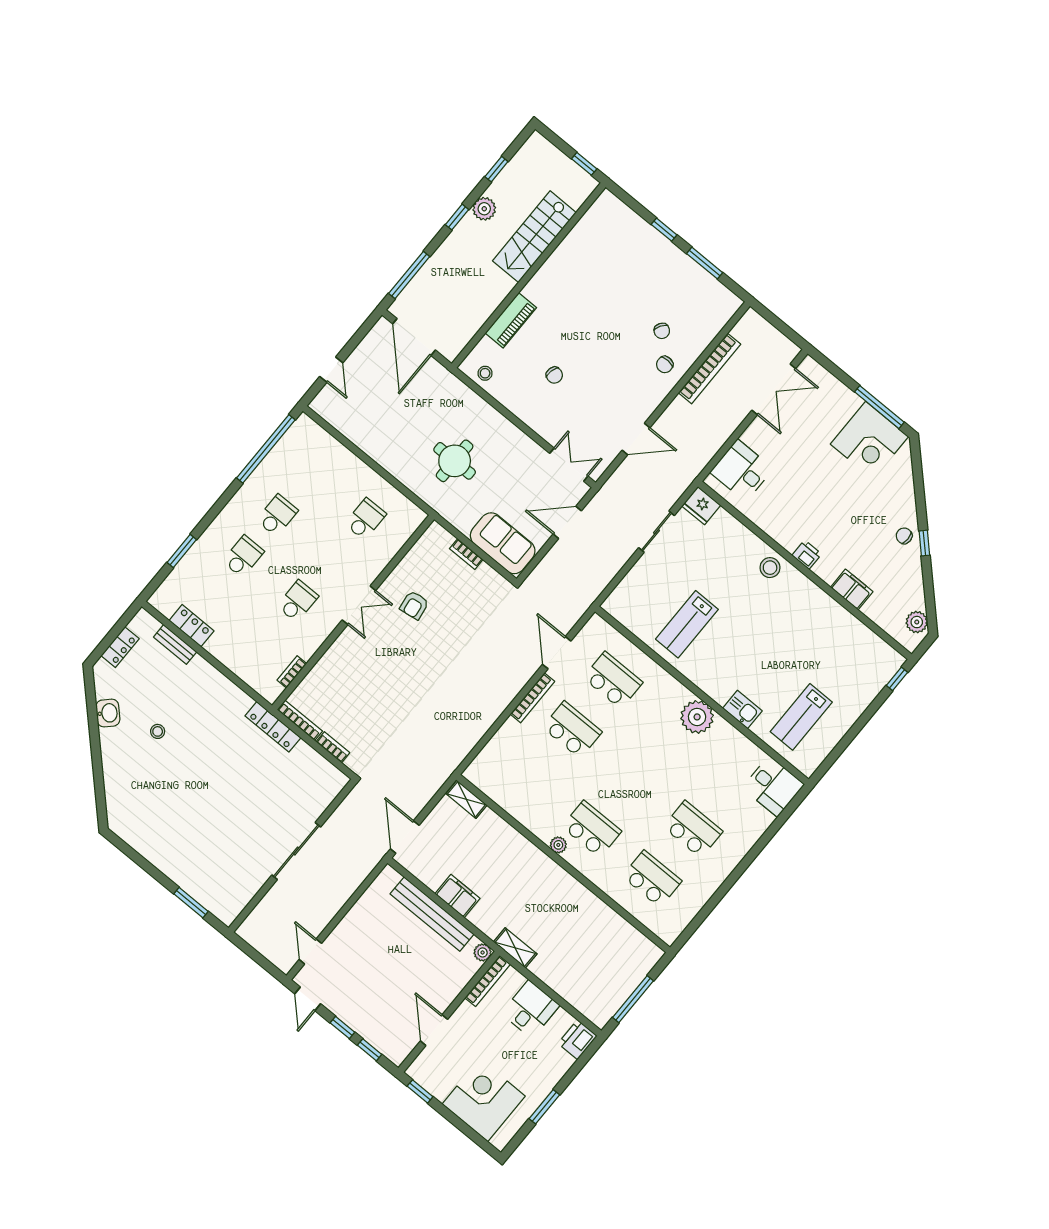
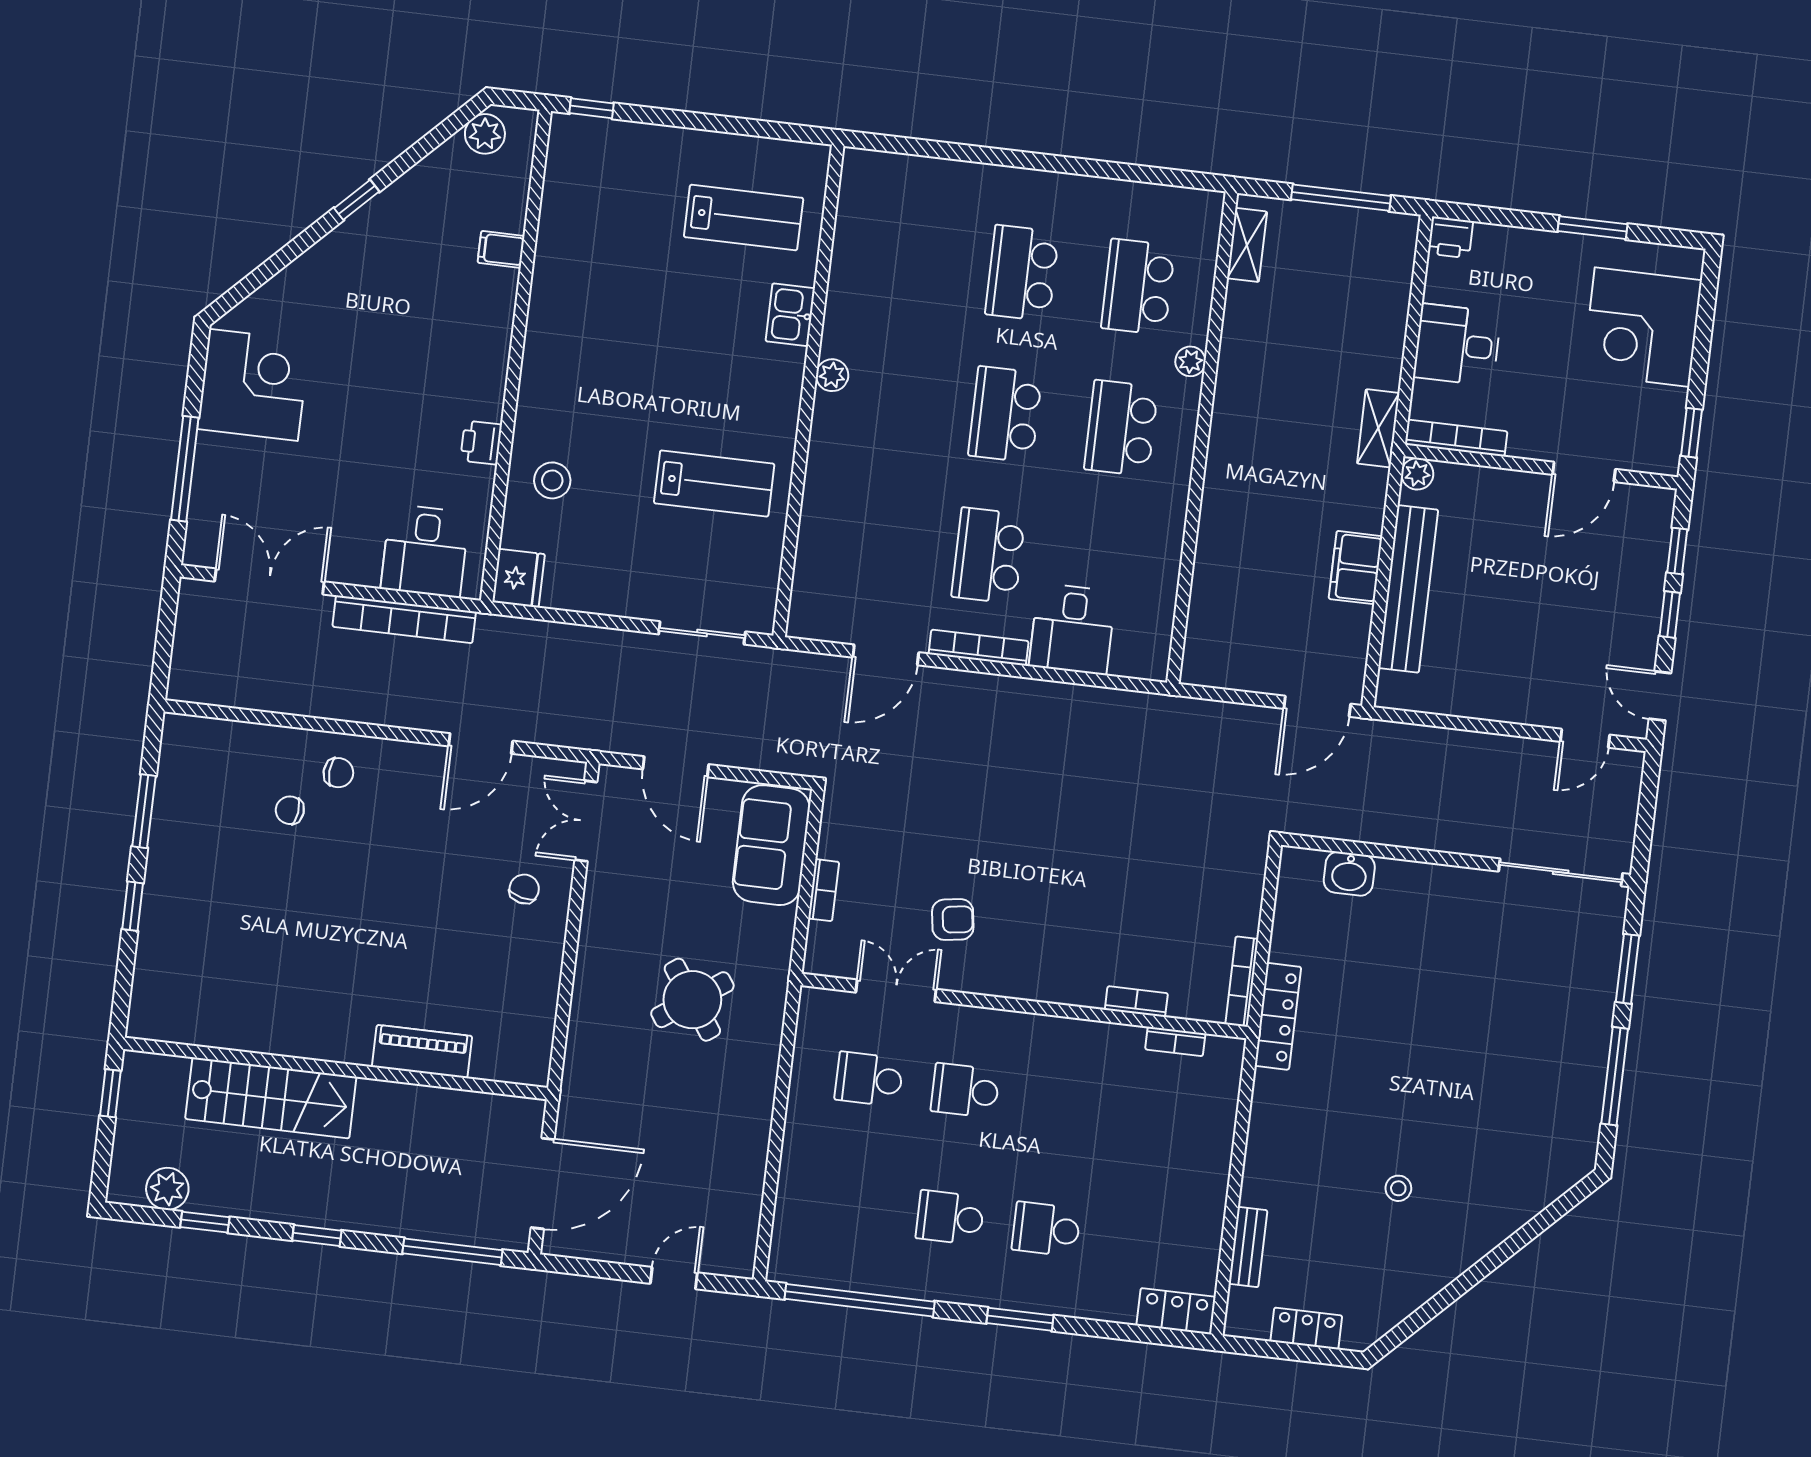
plant: (484, 209) -> (167, 1189), moved
chair: (662, 331) -> (290, 810), turned -116
bookcase: (710, 368) -> (404, 619), moved, turned 180
stool: (485, 373) -> (528, 1039), removed
chair: (554, 375) -> (524, 889), moved
window: (879, 407) -> (185, 469), moved
door: (636, 439) -> (481, 743), swing flipped
round table: (455, 461) -> (692, 1000), turned -35
sliding door: (656, 532) -> (702, 633), moved
chair: (904, 536) -> (365, 238), removed
window: (182, 551) -> (1020, 1319), moved
printer: (807, 555) -> (481, 443), moved
stool: (770, 568) -> (552, 480), moved
filing cabinet: (852, 589) -> (501, 249), width x0.50
school desk: (298, 601) -> (965, 1091), moved
double door: (359, 605) -> (896, 991), moved
locker: (191, 626) -> (1176, 1311), moved, turned 90
school desk: (613, 680) -> (1005, 414), moved
washbasin: (108, 713) -> (1349, 874), moved, turned -135
plant: (697, 717) -> (832, 375), width x0.53, depth x0.53
bookcase: (333, 747) -> (1136, 1002), moved, turned 90
desk: (773, 786) -> (1072, 629), moved, turned 180
shelving: (466, 799) -> (1247, 245), moved
plant: (558, 845) -> (1190, 361), moved
sliding door: (296, 851) -> (1561, 872), moved
window: (145, 865) -> (1615, 1076), added
door: (308, 999) -> (1660, 696), swing flipped
printer: (578, 1040) -> (1450, 237), width x0.73, depth x0.81

